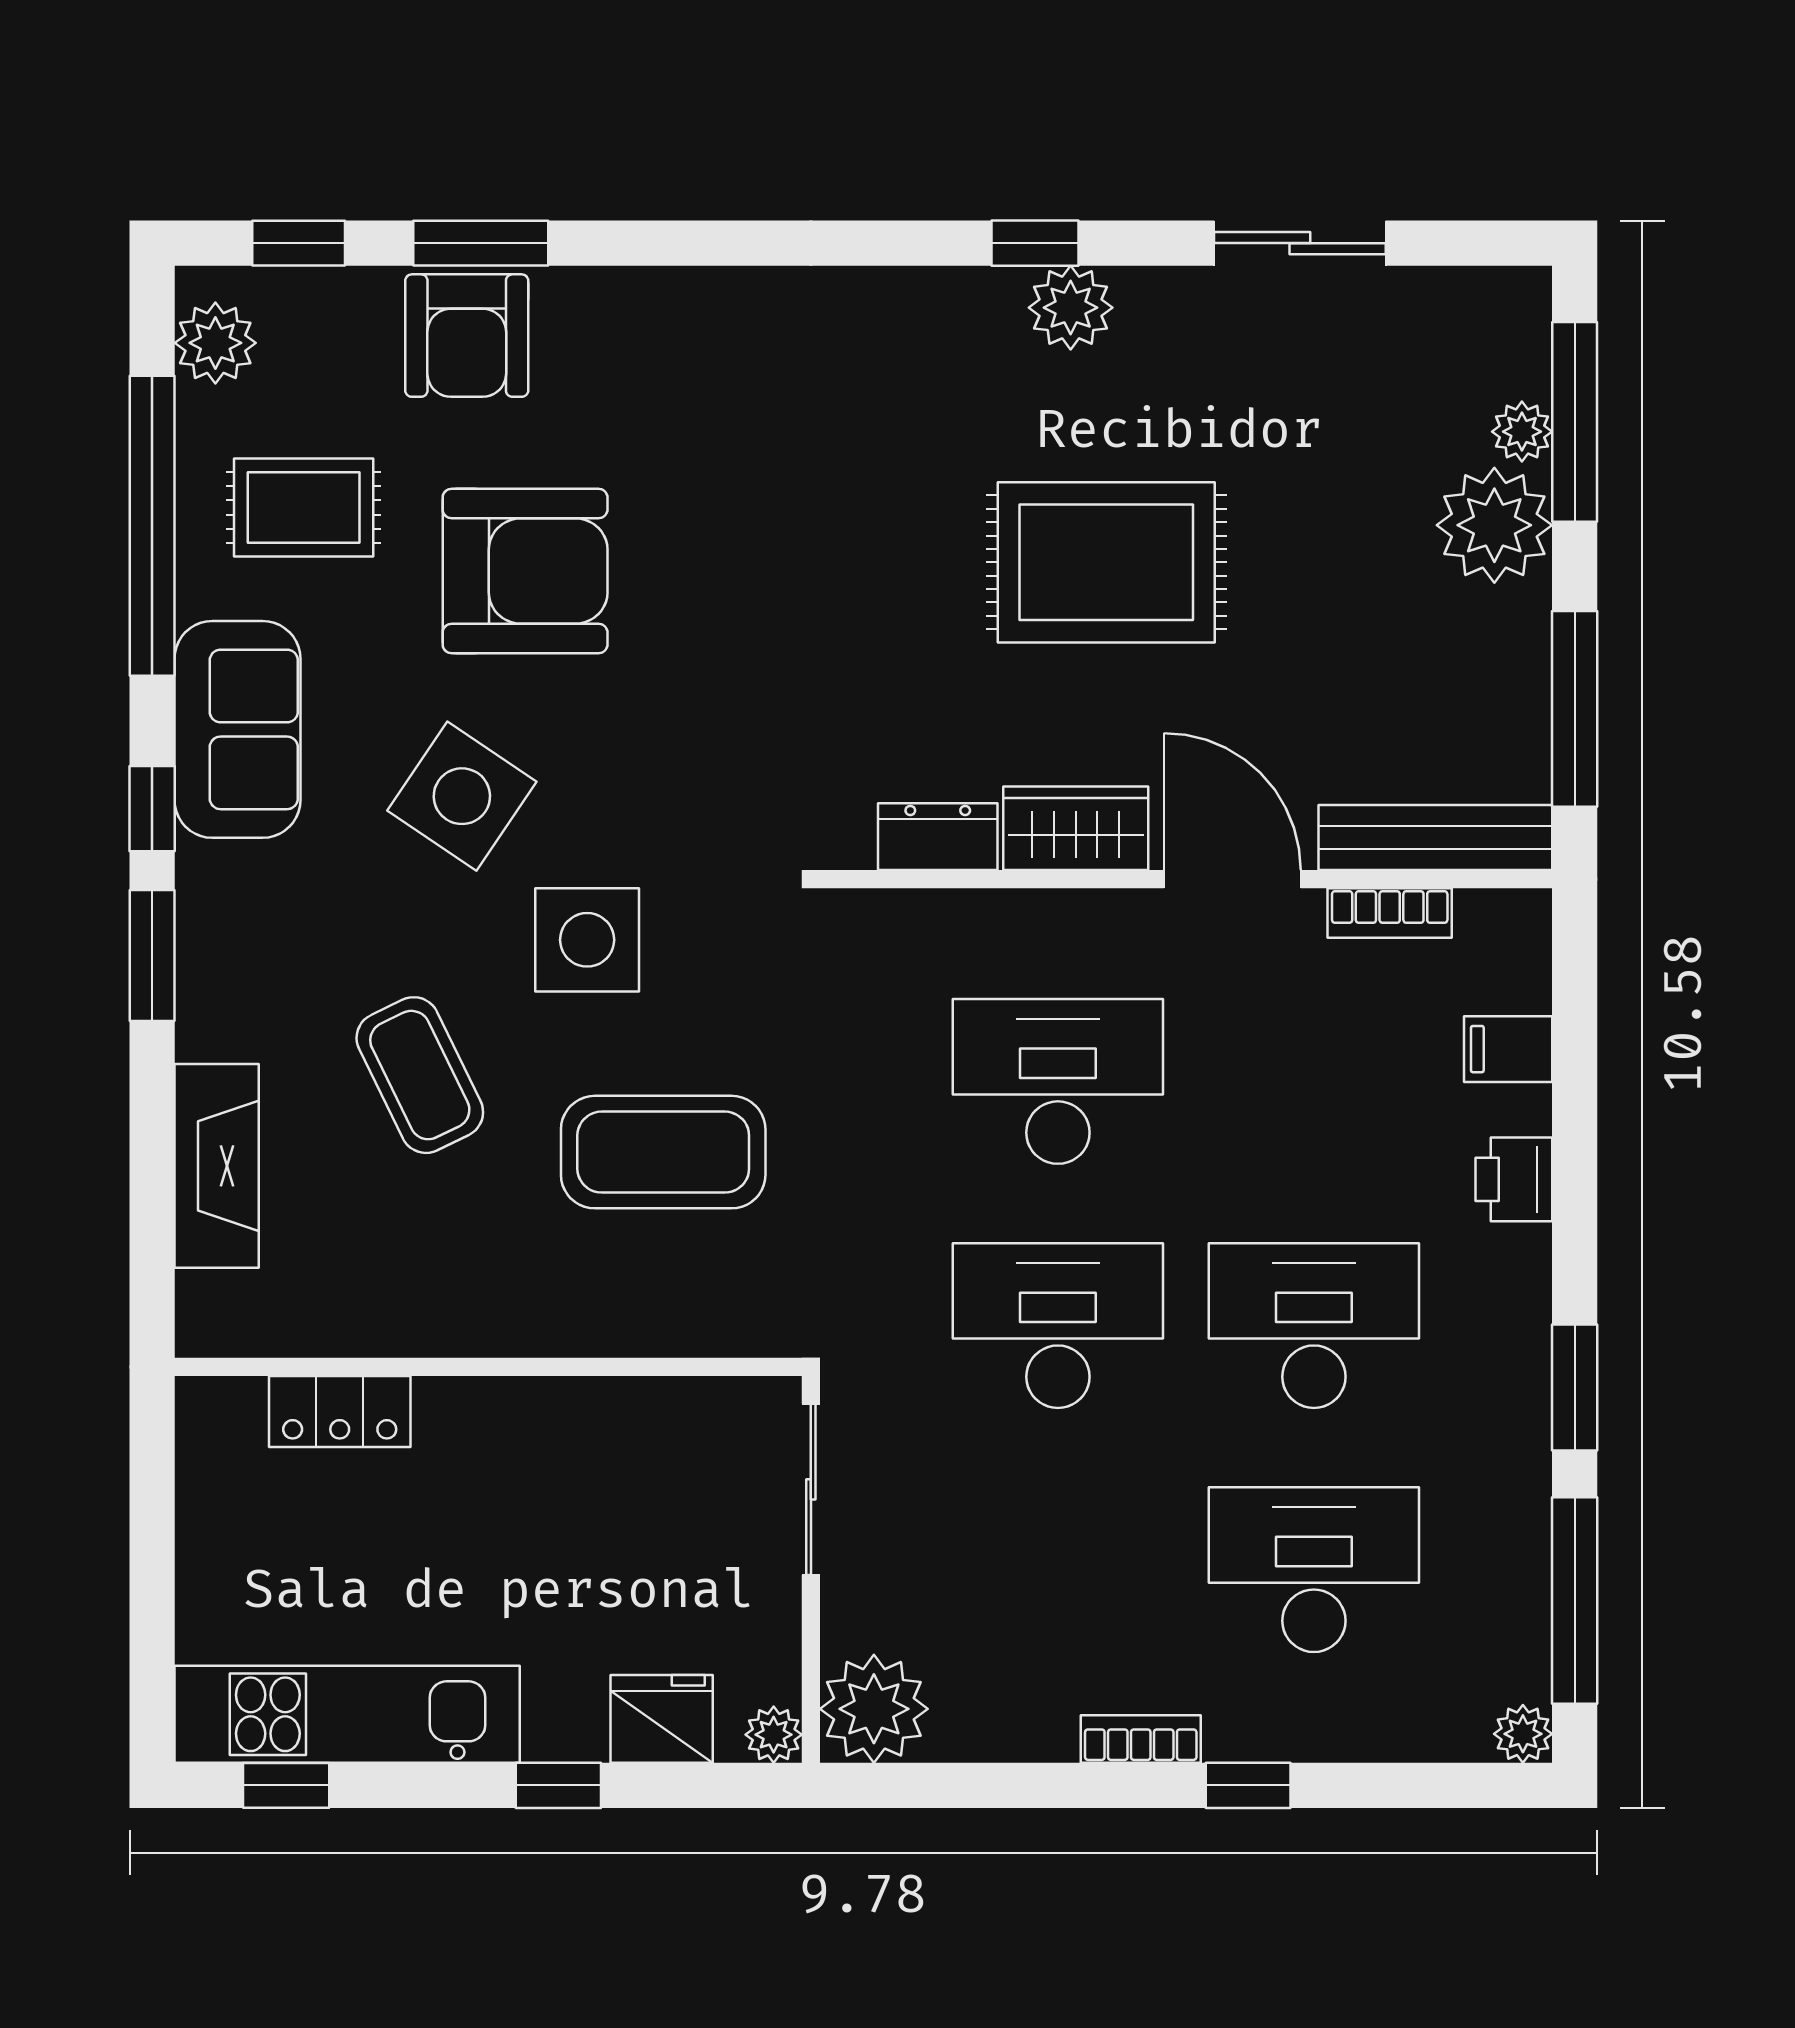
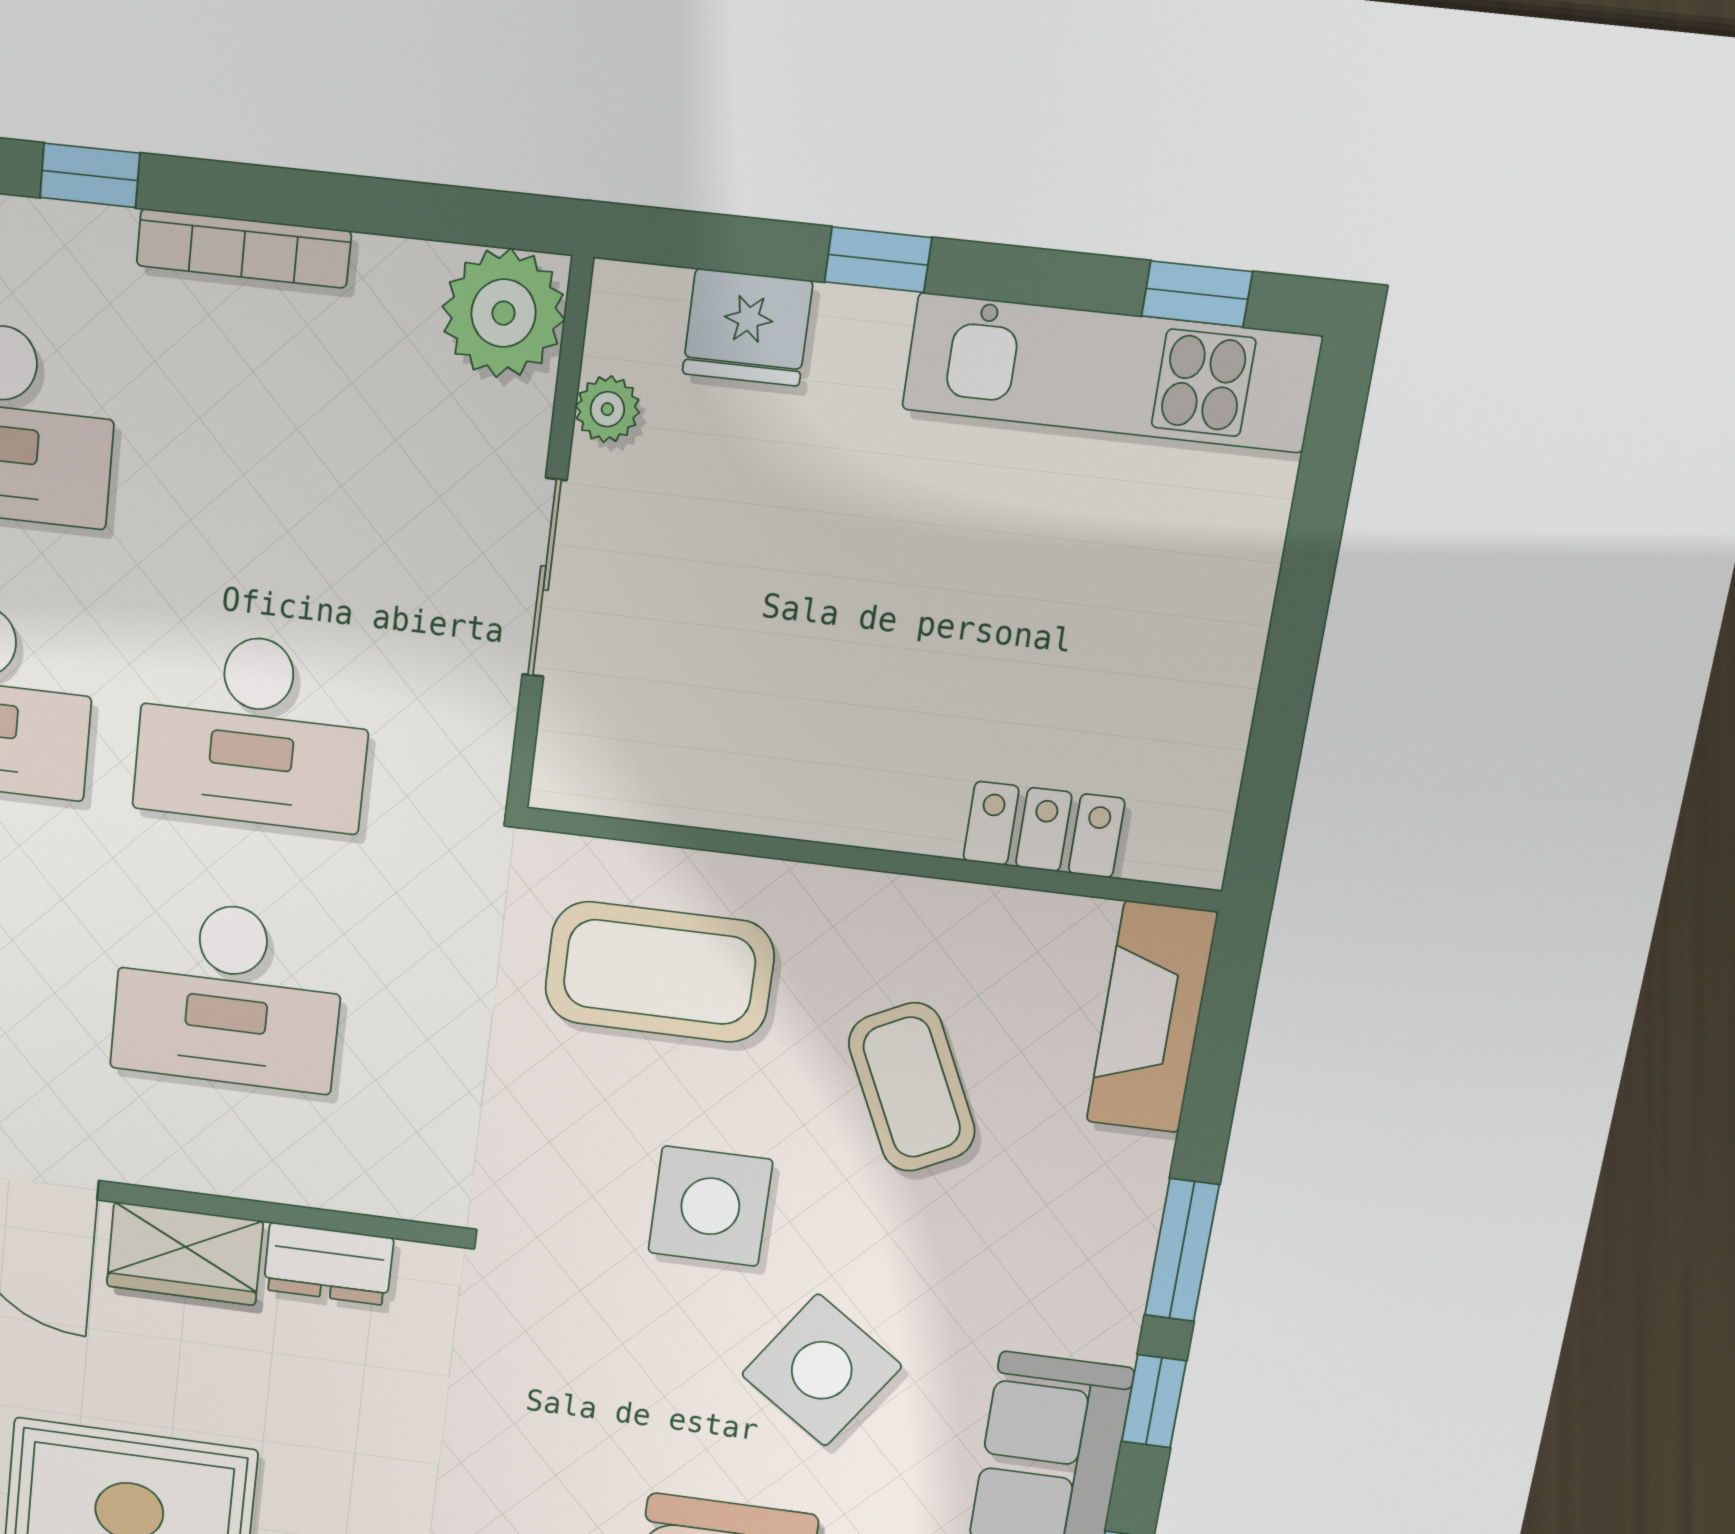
wall: (488, 1367) -> (870, 859), moved
locker: (340, 1411) -> (1044, 830), moved
plant: (774, 1735) -> (607, 409), moved
bookcase: (1141, 1739) -> (244, 248), width x1.56

